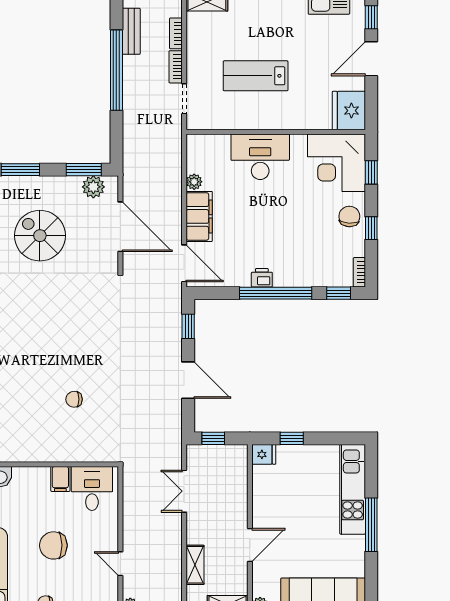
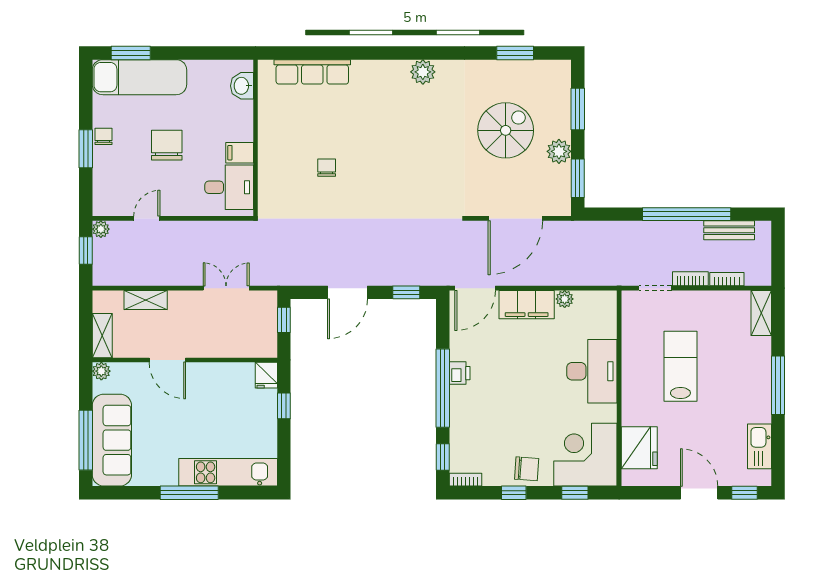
fridge: (349, 111) -> (639, 448), moved, turned 90
plant: (93, 187) -> (559, 151), moved

